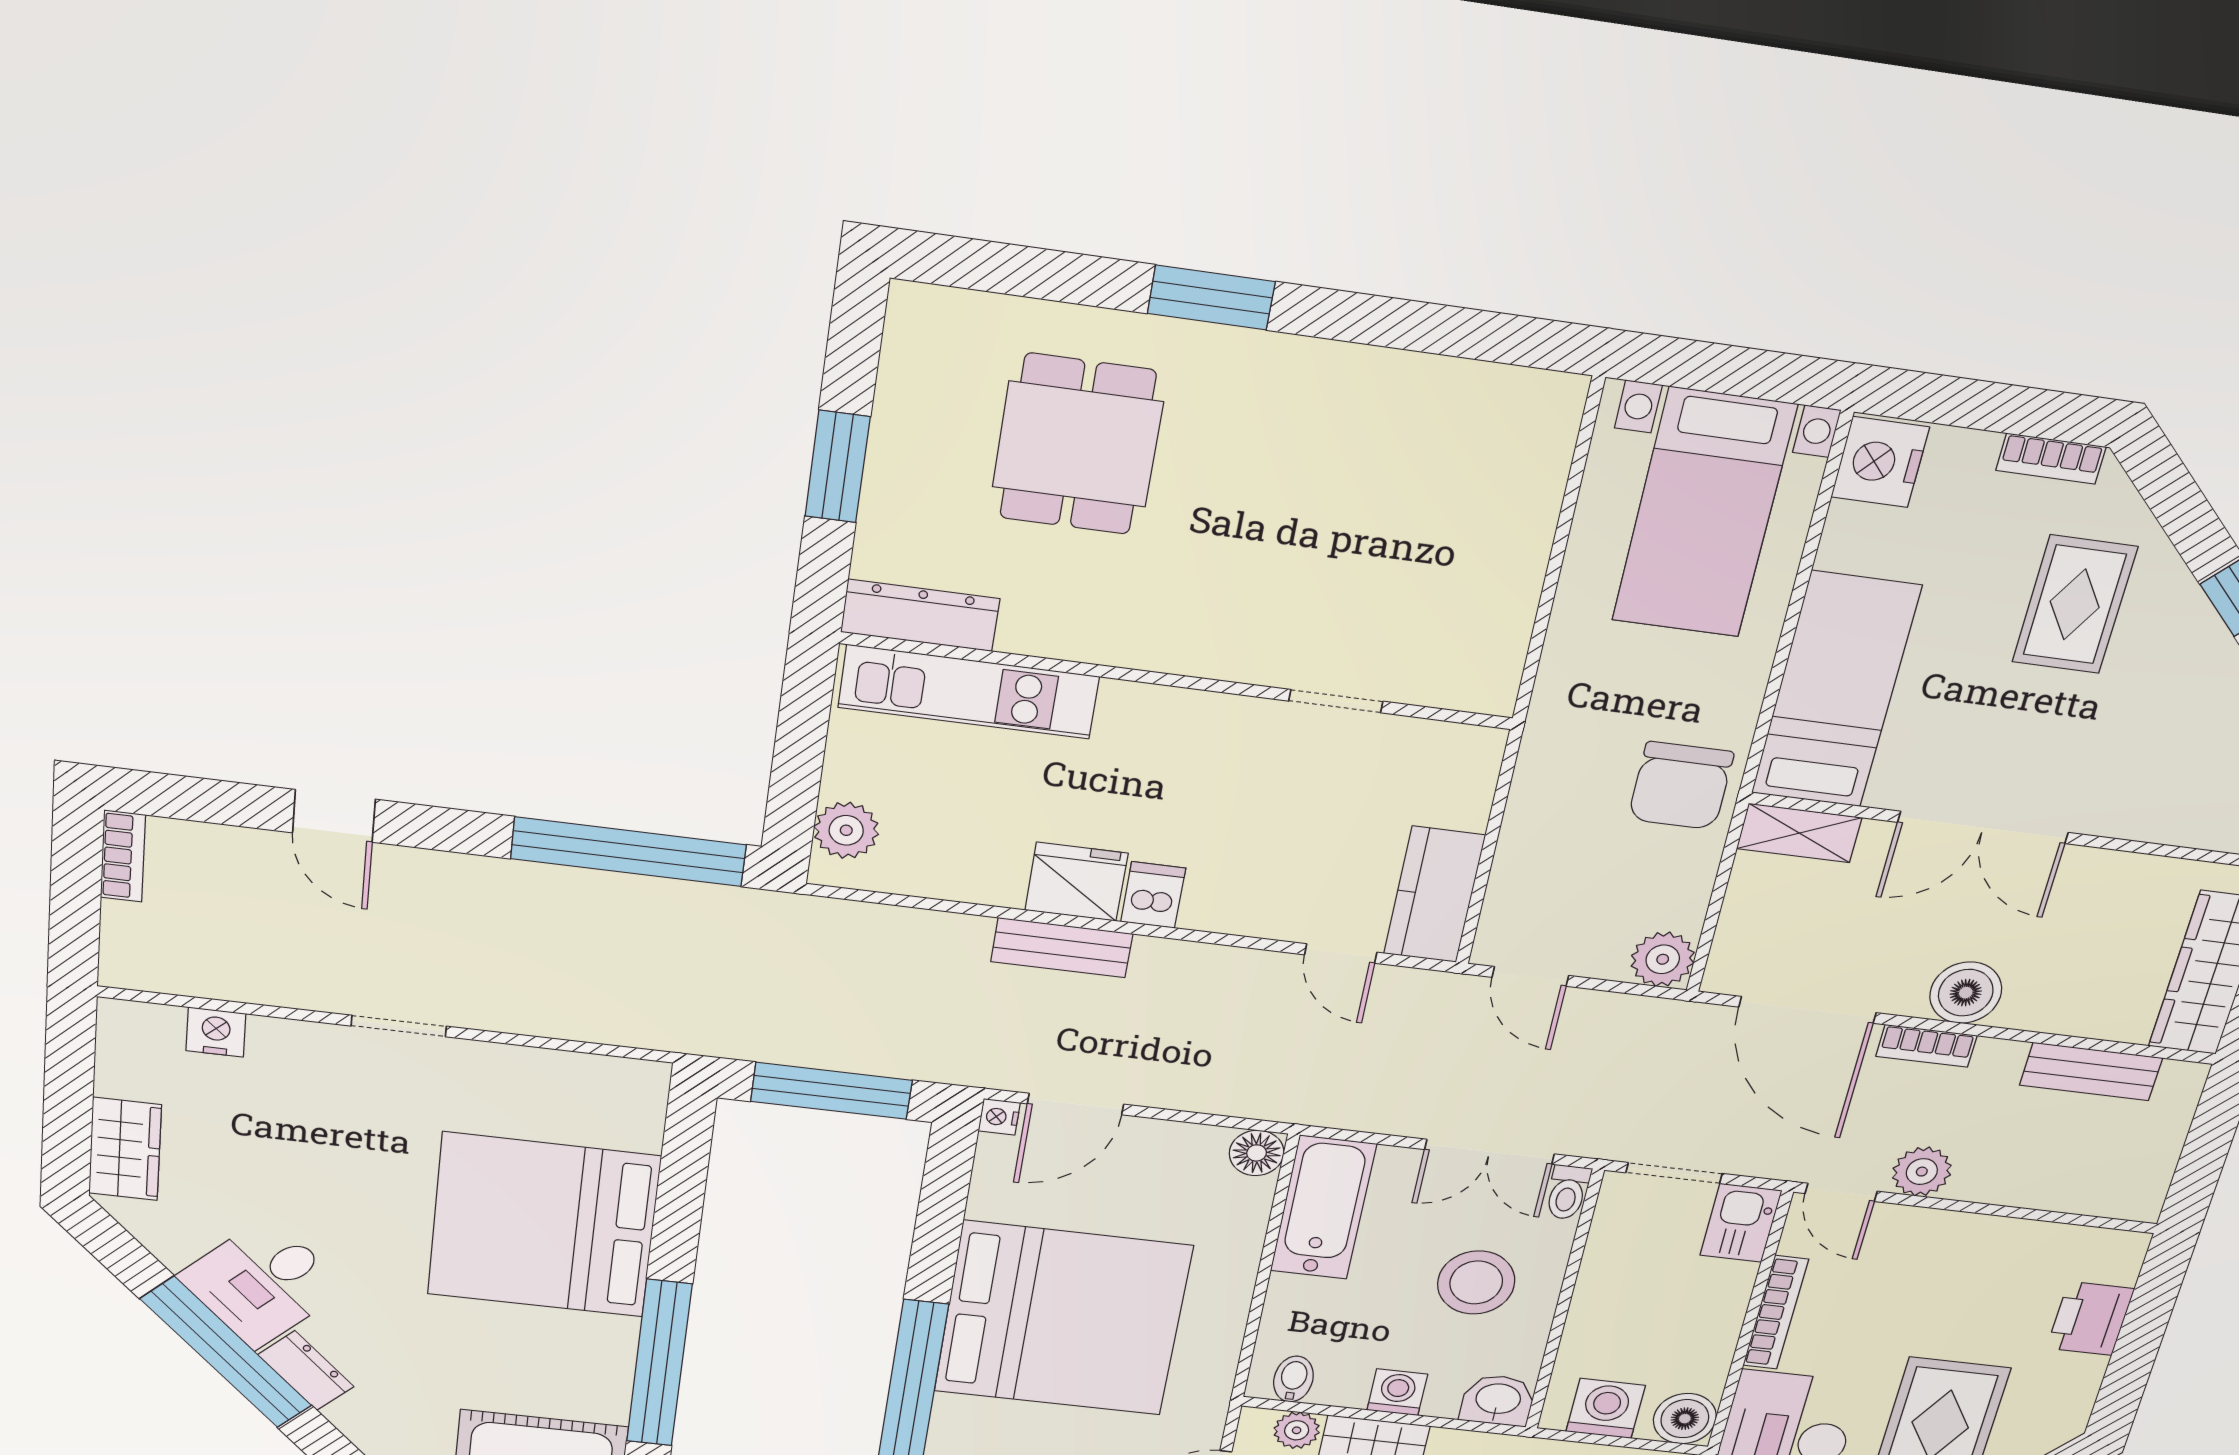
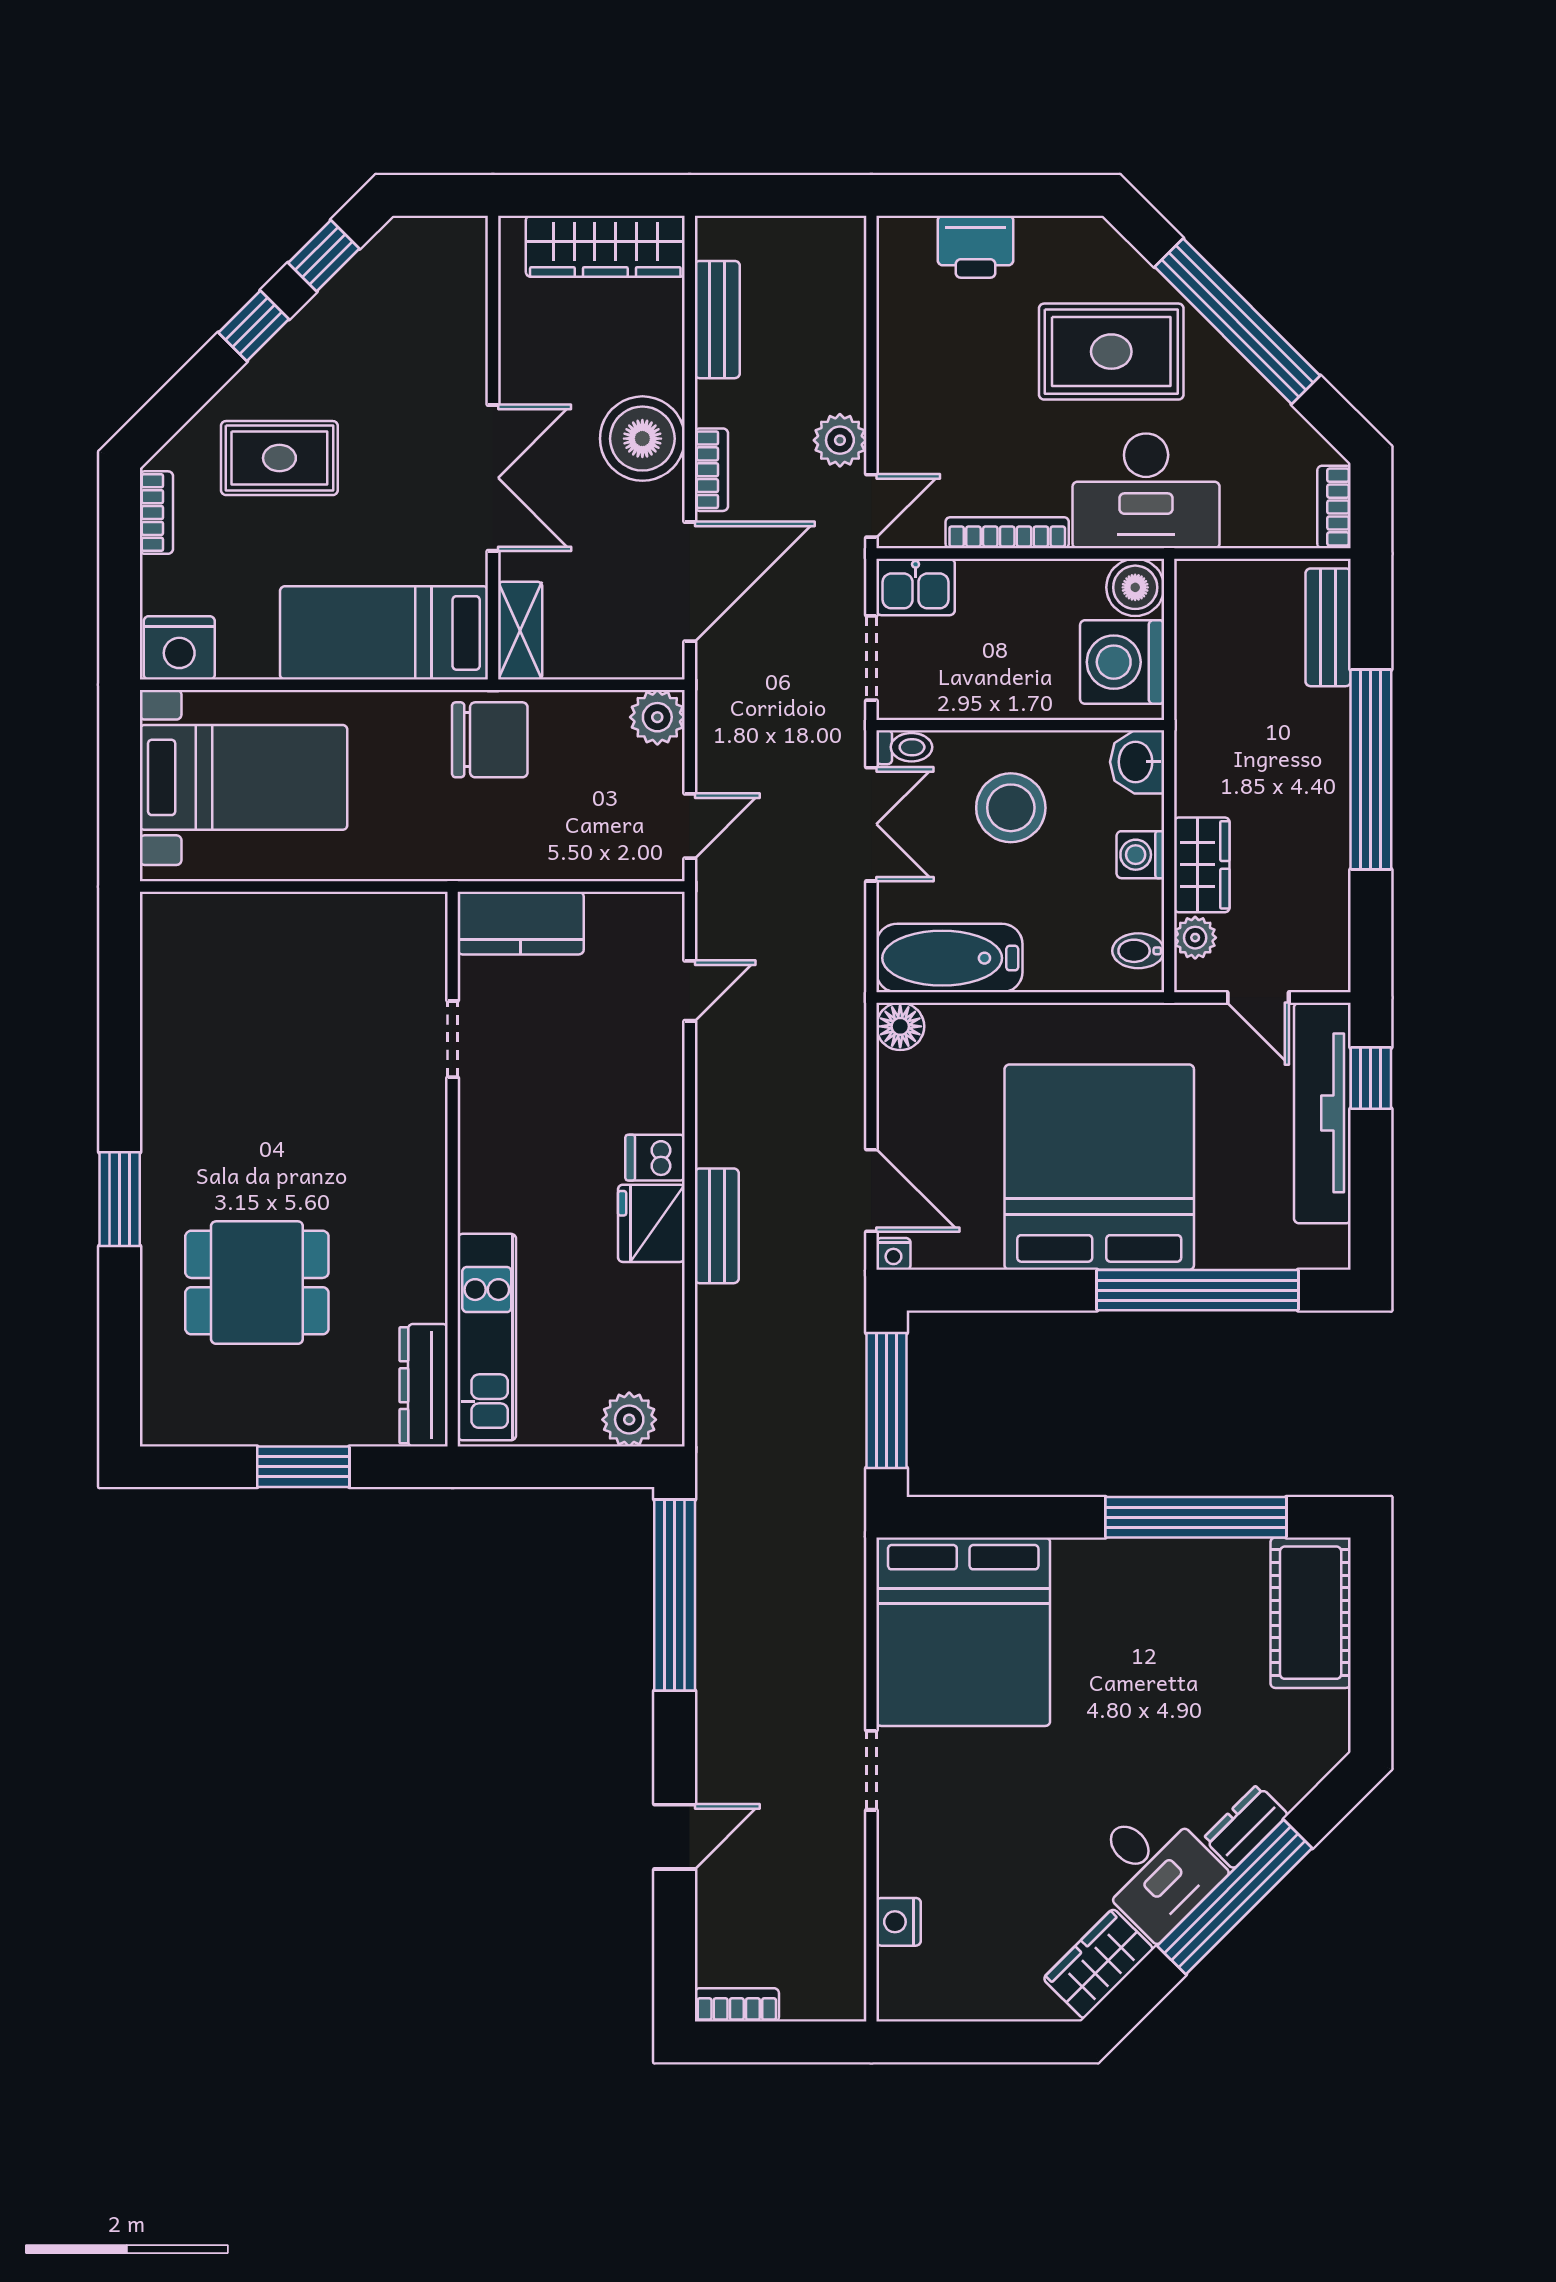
kitchen counter: (1434, 895) -> (521, 923), moved
boiler: (1966, 993) -> (642, 439), width x1.37, depth x1.37
wardrobe: (125, 1149) -> (1098, 1964), moved, turned -45
bed: (544, 1225) -> (963, 1632), moved
washing machine: (1606, 1408) -> (1122, 662), width x1.37, depth x1.37

